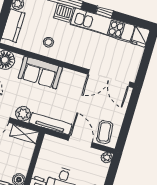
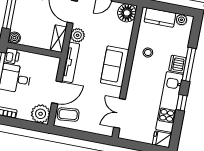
sofa: (40, 72) -> (115, 66), moved
double door: (109, 78) -> (120, 113), width x0.73
plant: (107, 158) -> (41, 114), width x1.88, depth x1.88

